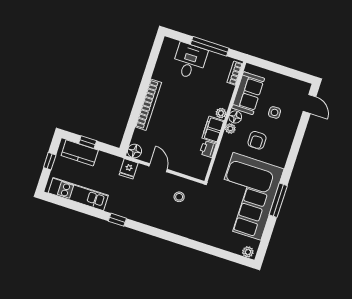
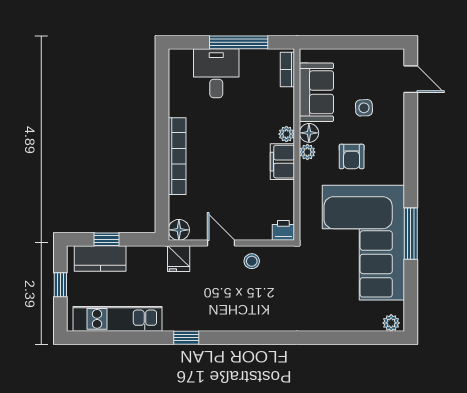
printer: (208, 149) -> (283, 230), moved, turned 90
stool: (179, 197) -> (252, 261), moved

